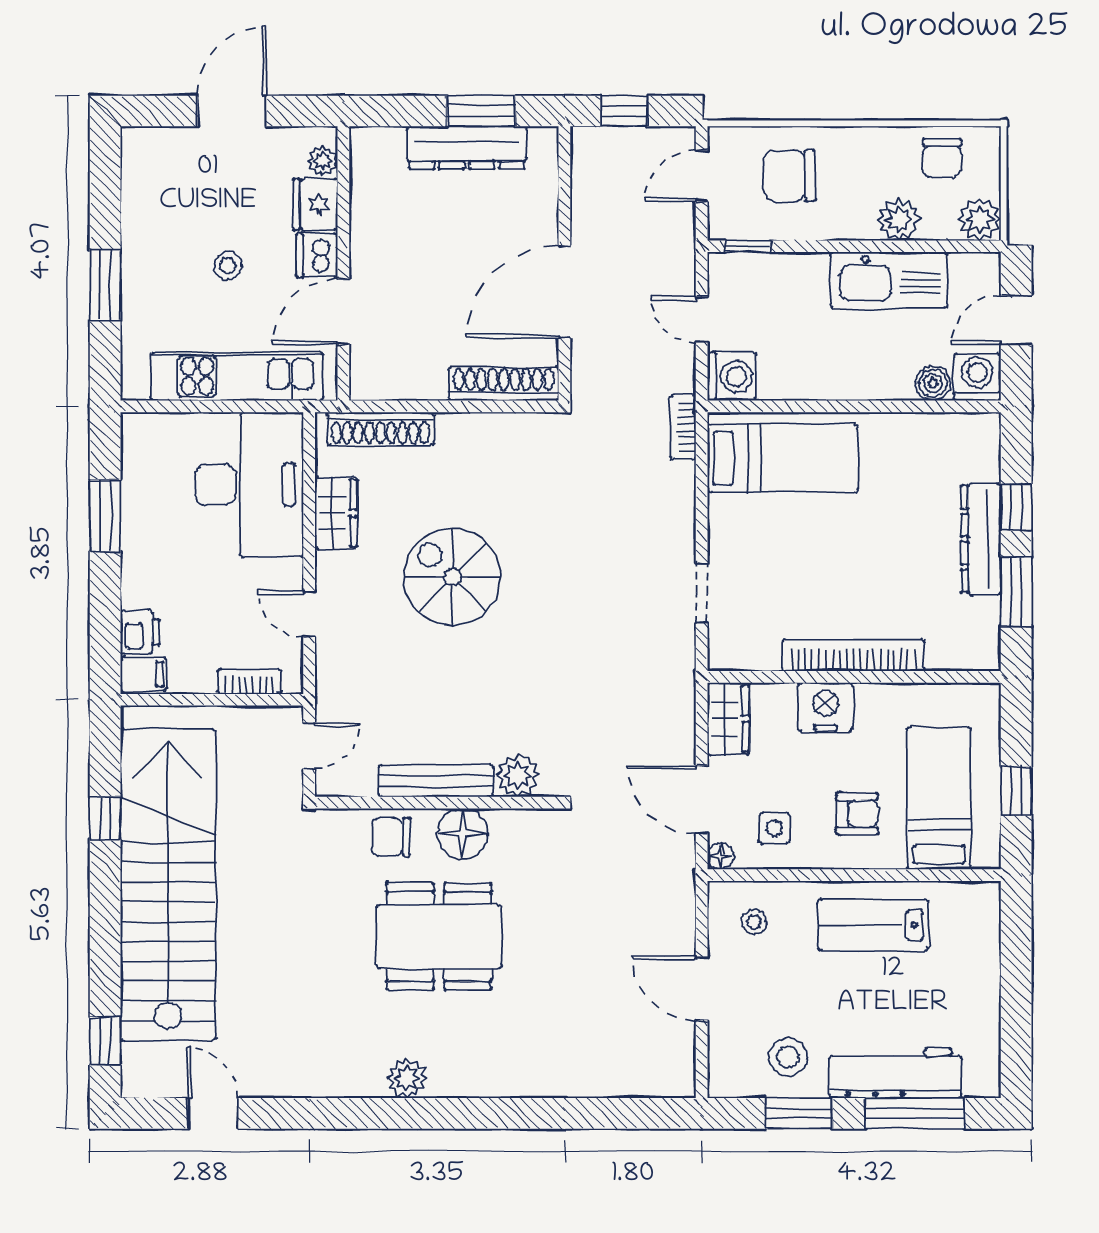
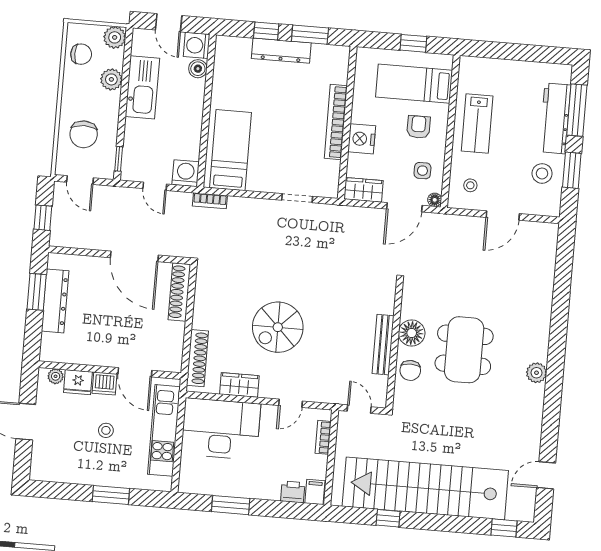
door: (702, 319) -> (155, 186), hinge flipped
plant: (518, 775) -> (384, 302), removed

